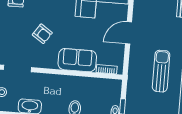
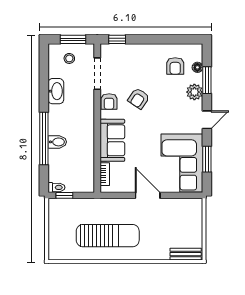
armchair: (43, 60) -> (109, 102), added
sun lounger: (161, 71) -> (108, 236), width x1.36, depth x1.34

